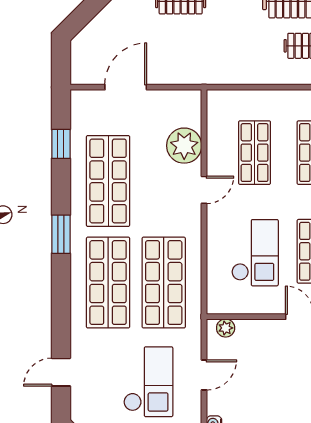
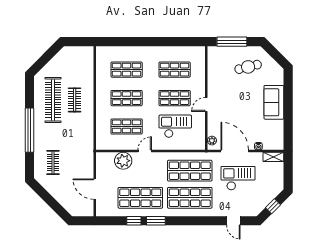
window: (61, 144) -> (134, 221), moved
door: (204, 190) -> (145, 151), hinge flipped
window: (61, 234) -> (156, 221), moved
door: (204, 375) -> (235, 151), width x1.87

